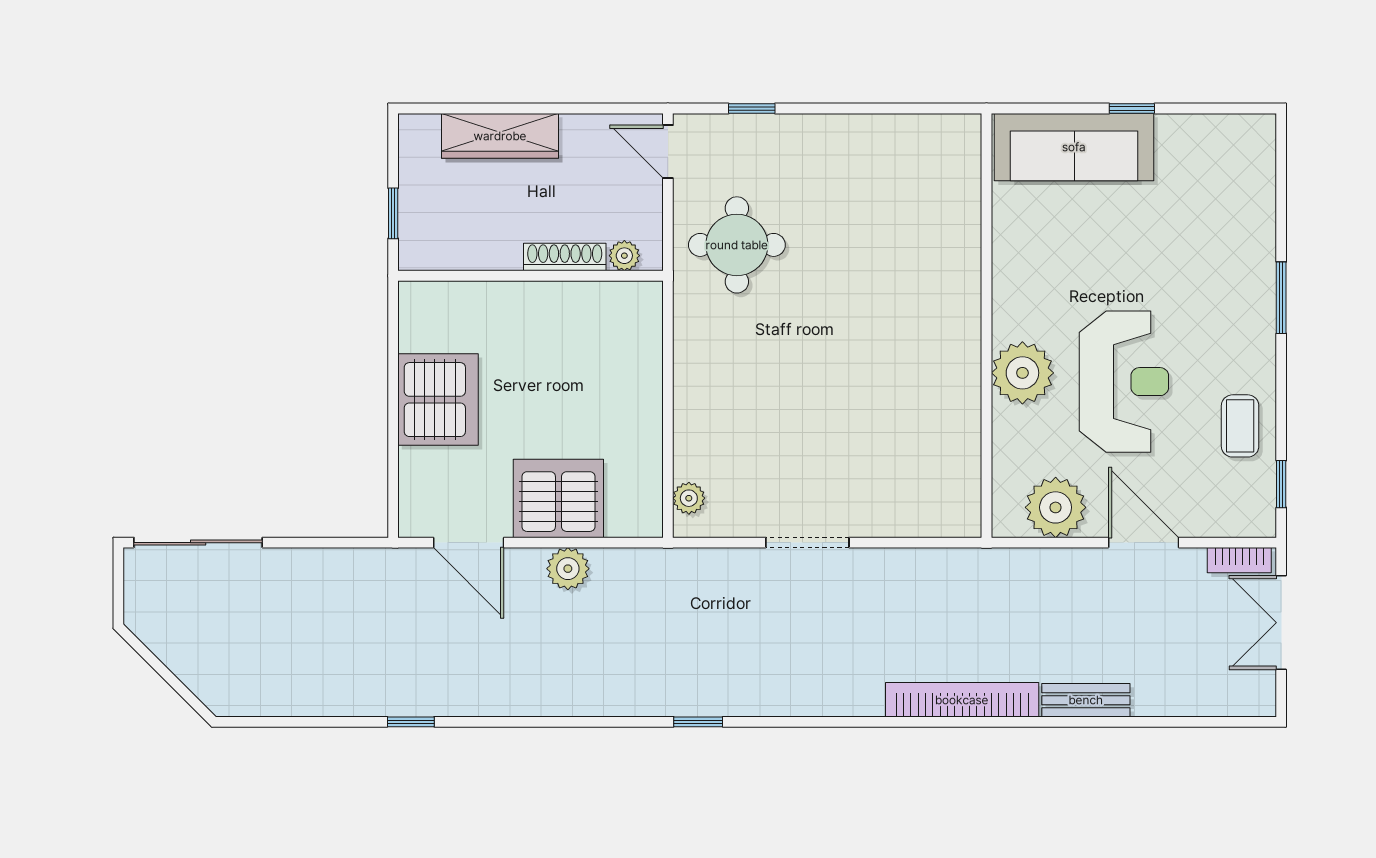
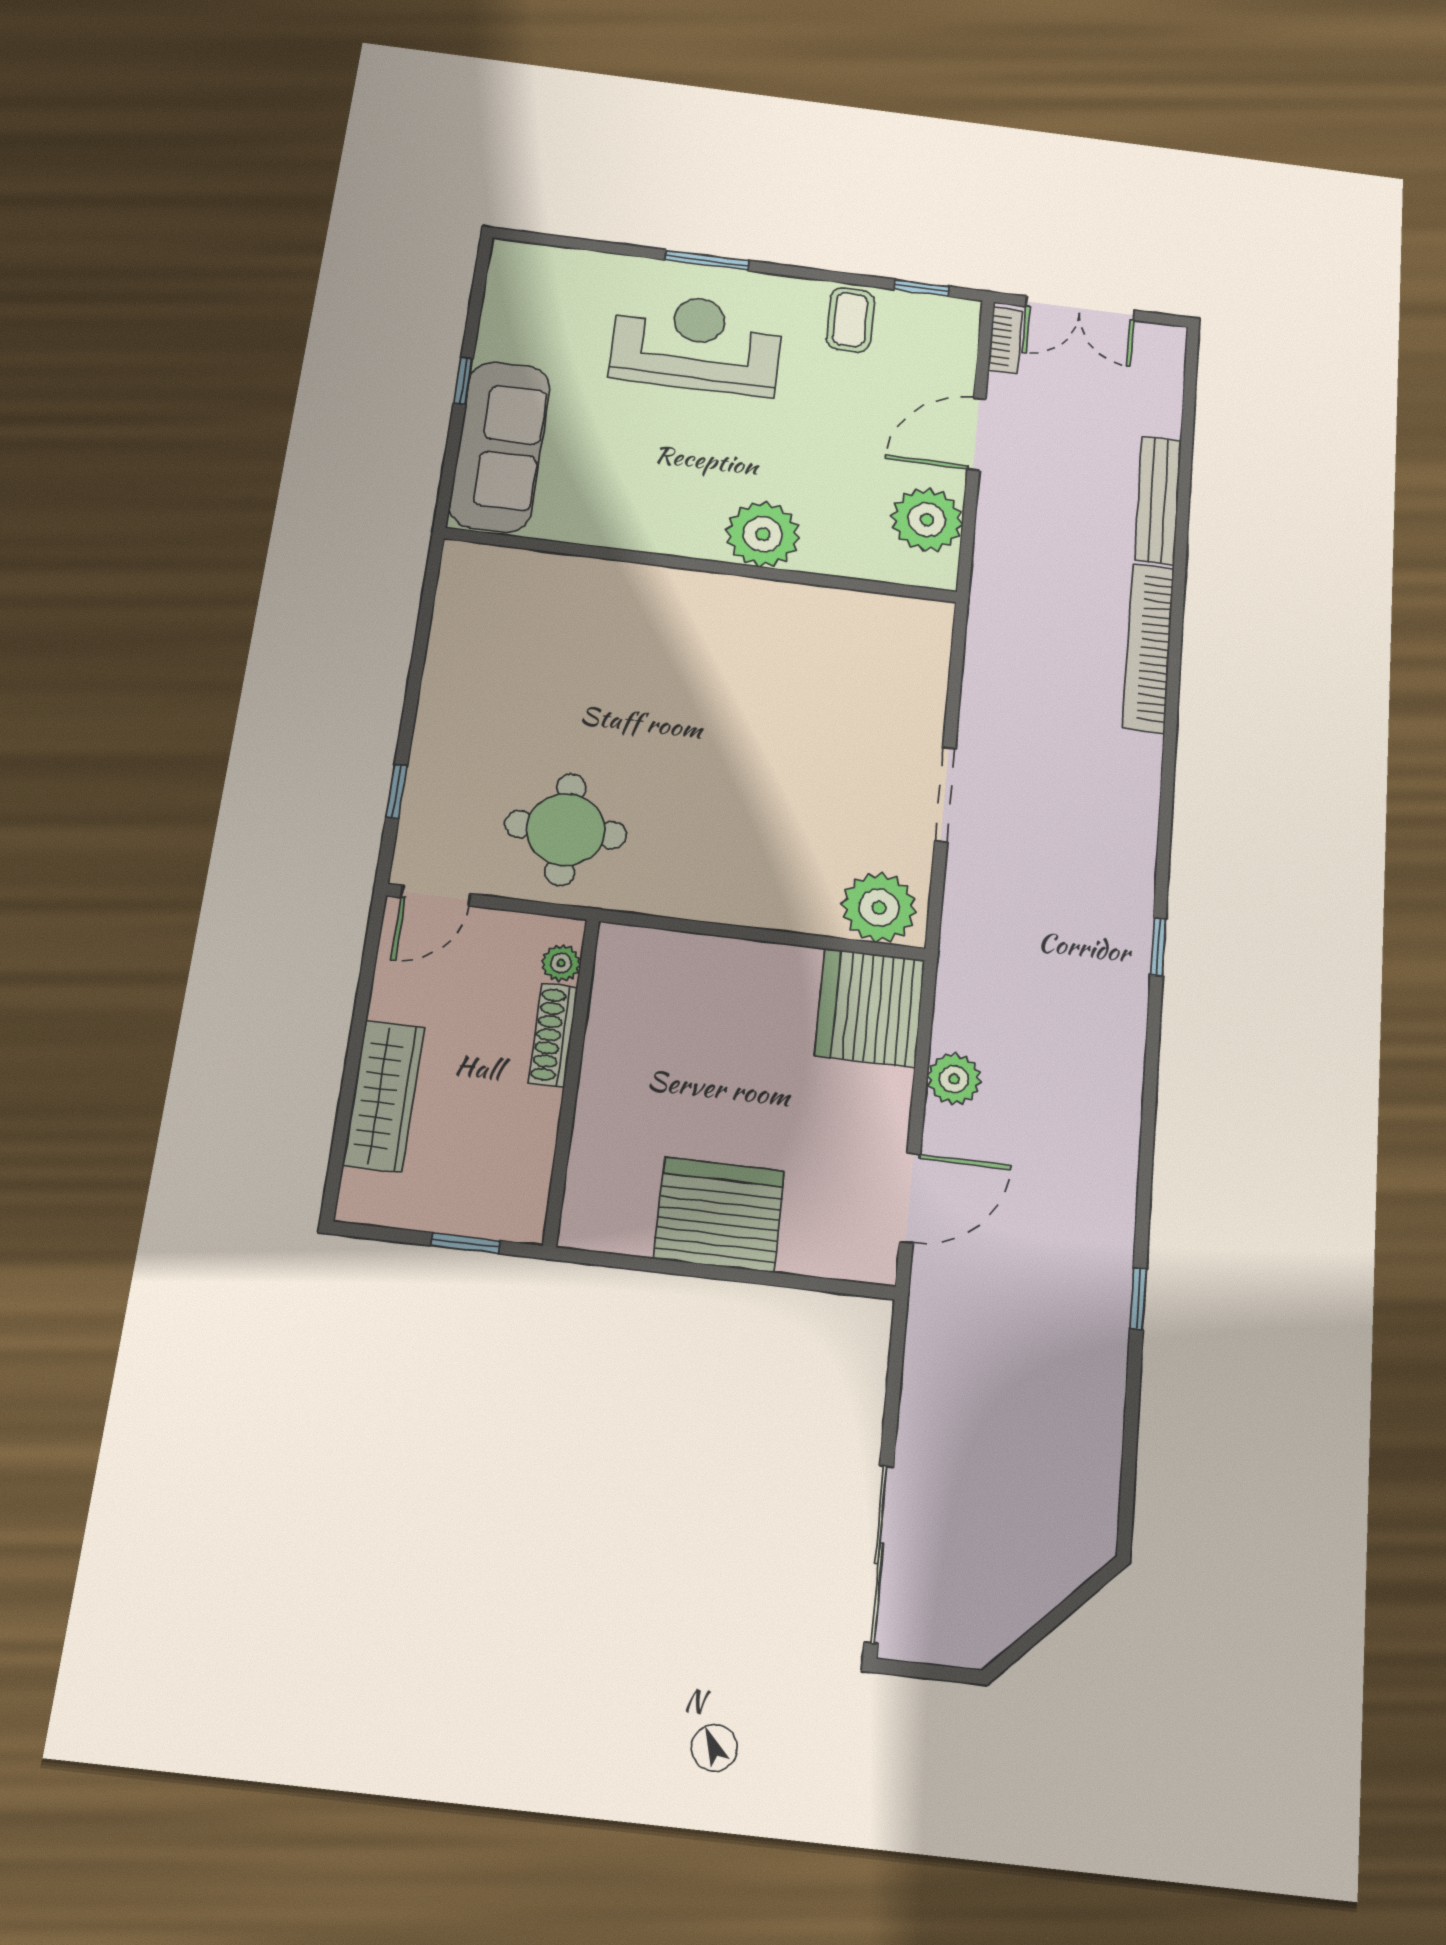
reception desk: (1124, 382) -> (696, 343), moved
coffee table: (1240, 426) -> (850, 320), turned 90
server rack: (558, 498) -> (870, 1008), moved
plant: (689, 498) -> (879, 908), width x1.88, depth x1.88
bench: (1086, 700) -> (1158, 500), width x1.36

